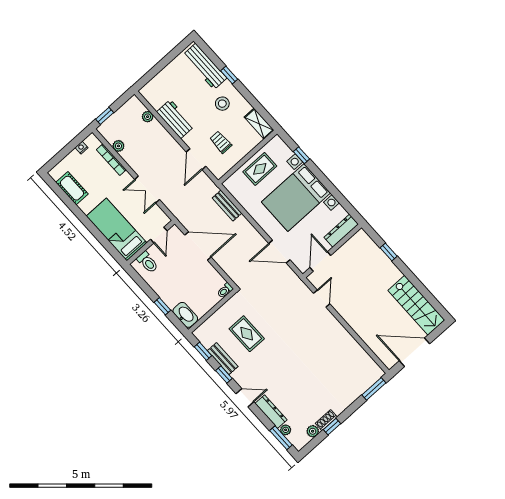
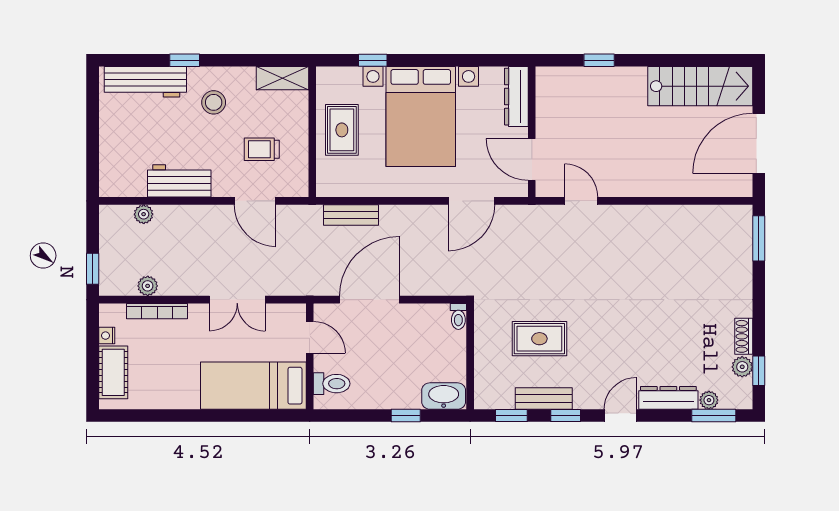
cot: (72, 188) -> (113, 372), moved, turned 90
window: (332, 427) -> (759, 371), moved

